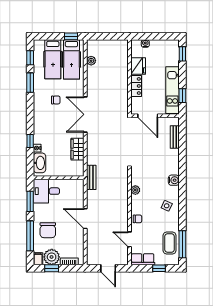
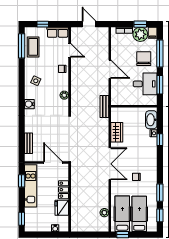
desk: (46, 191) -> (145, 84), moved

